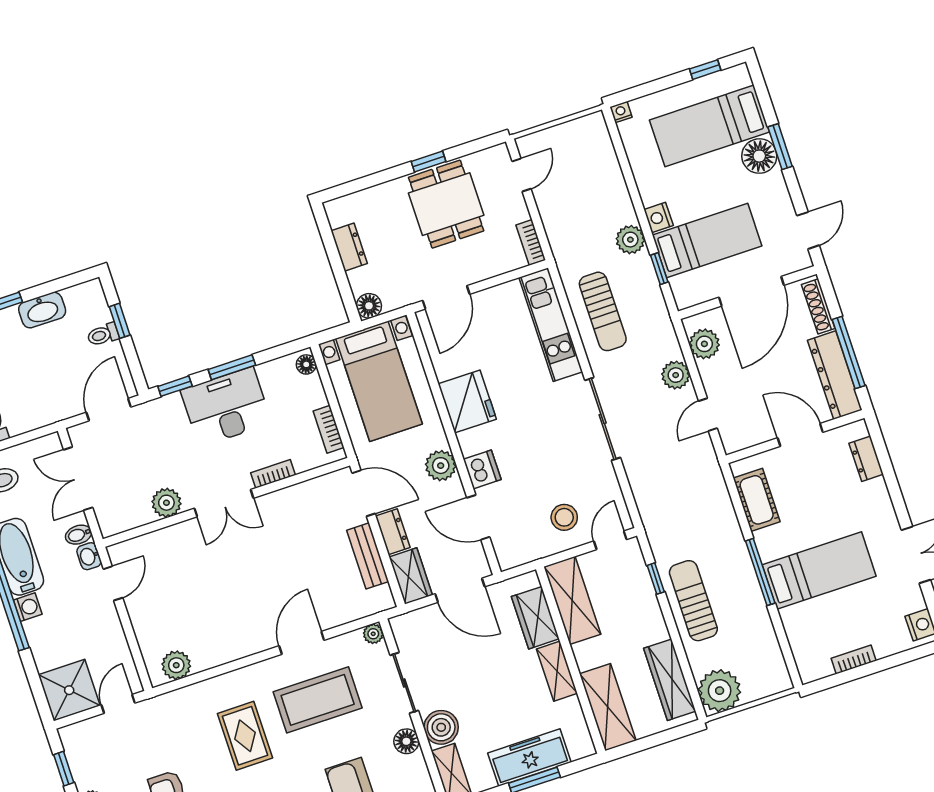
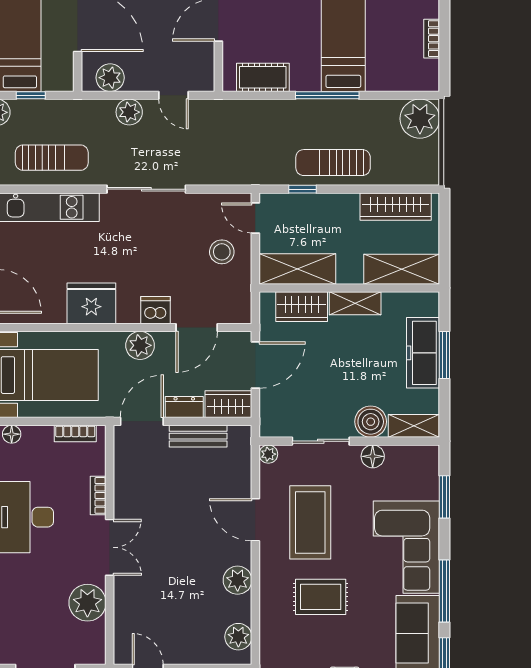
plant: (166, 503) -> (87, 603), width x1.36, depth x1.36
plant: (234, 645) -> (238, 580), added
plant: (720, 691) -> (420, 119), moved

